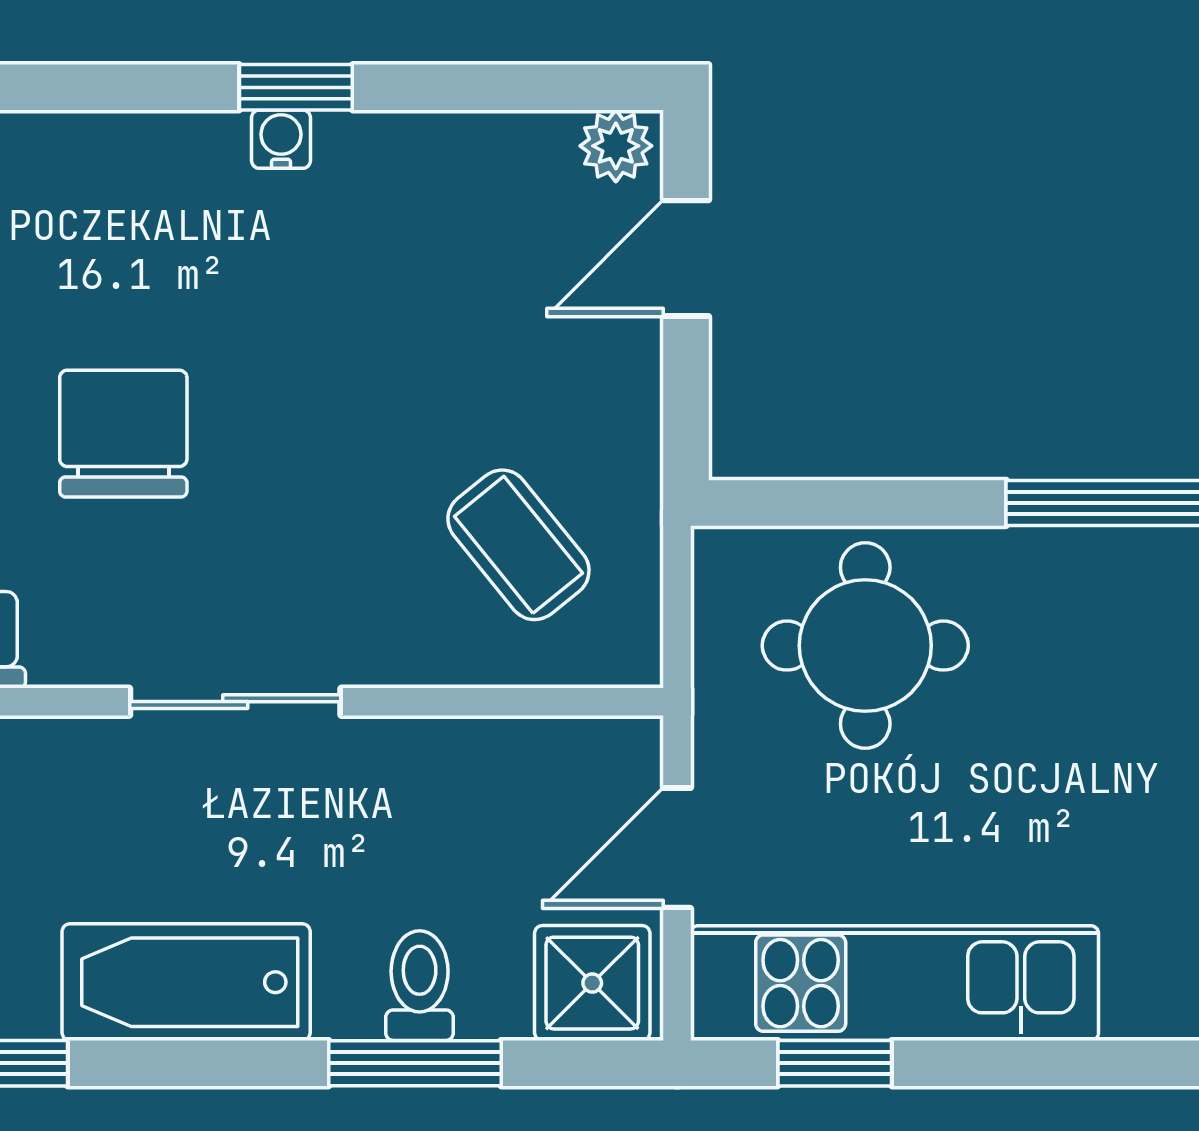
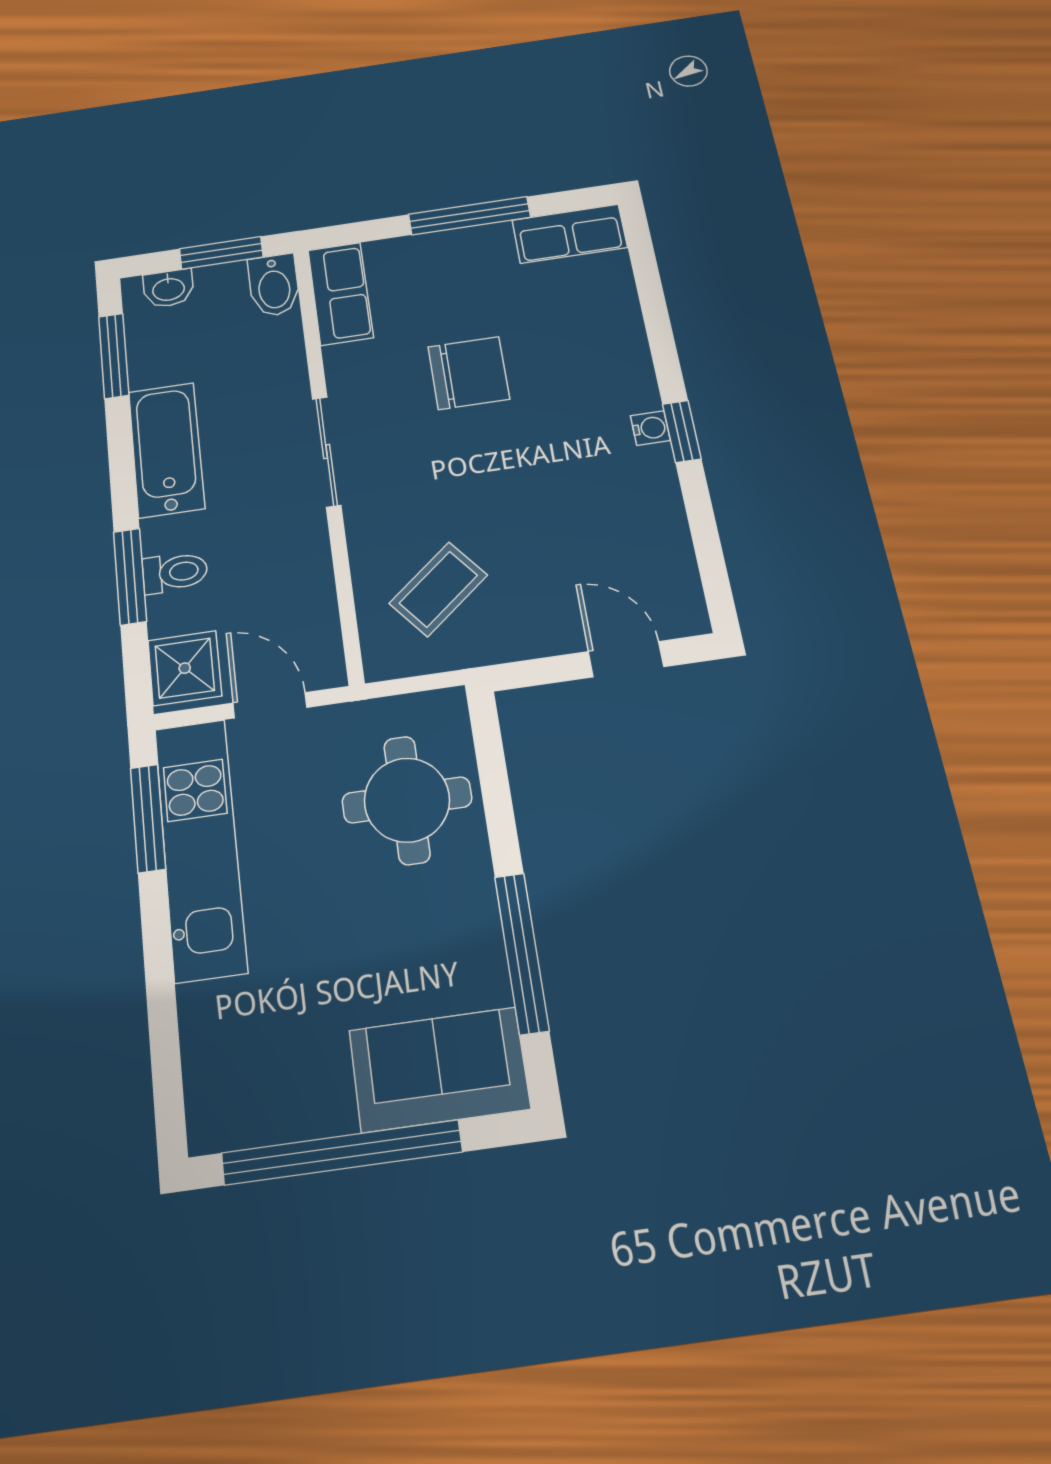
plant: (616, 146) -> (685, 609), removed
window: (835, 1063) -> (148, 818), width x1.50

